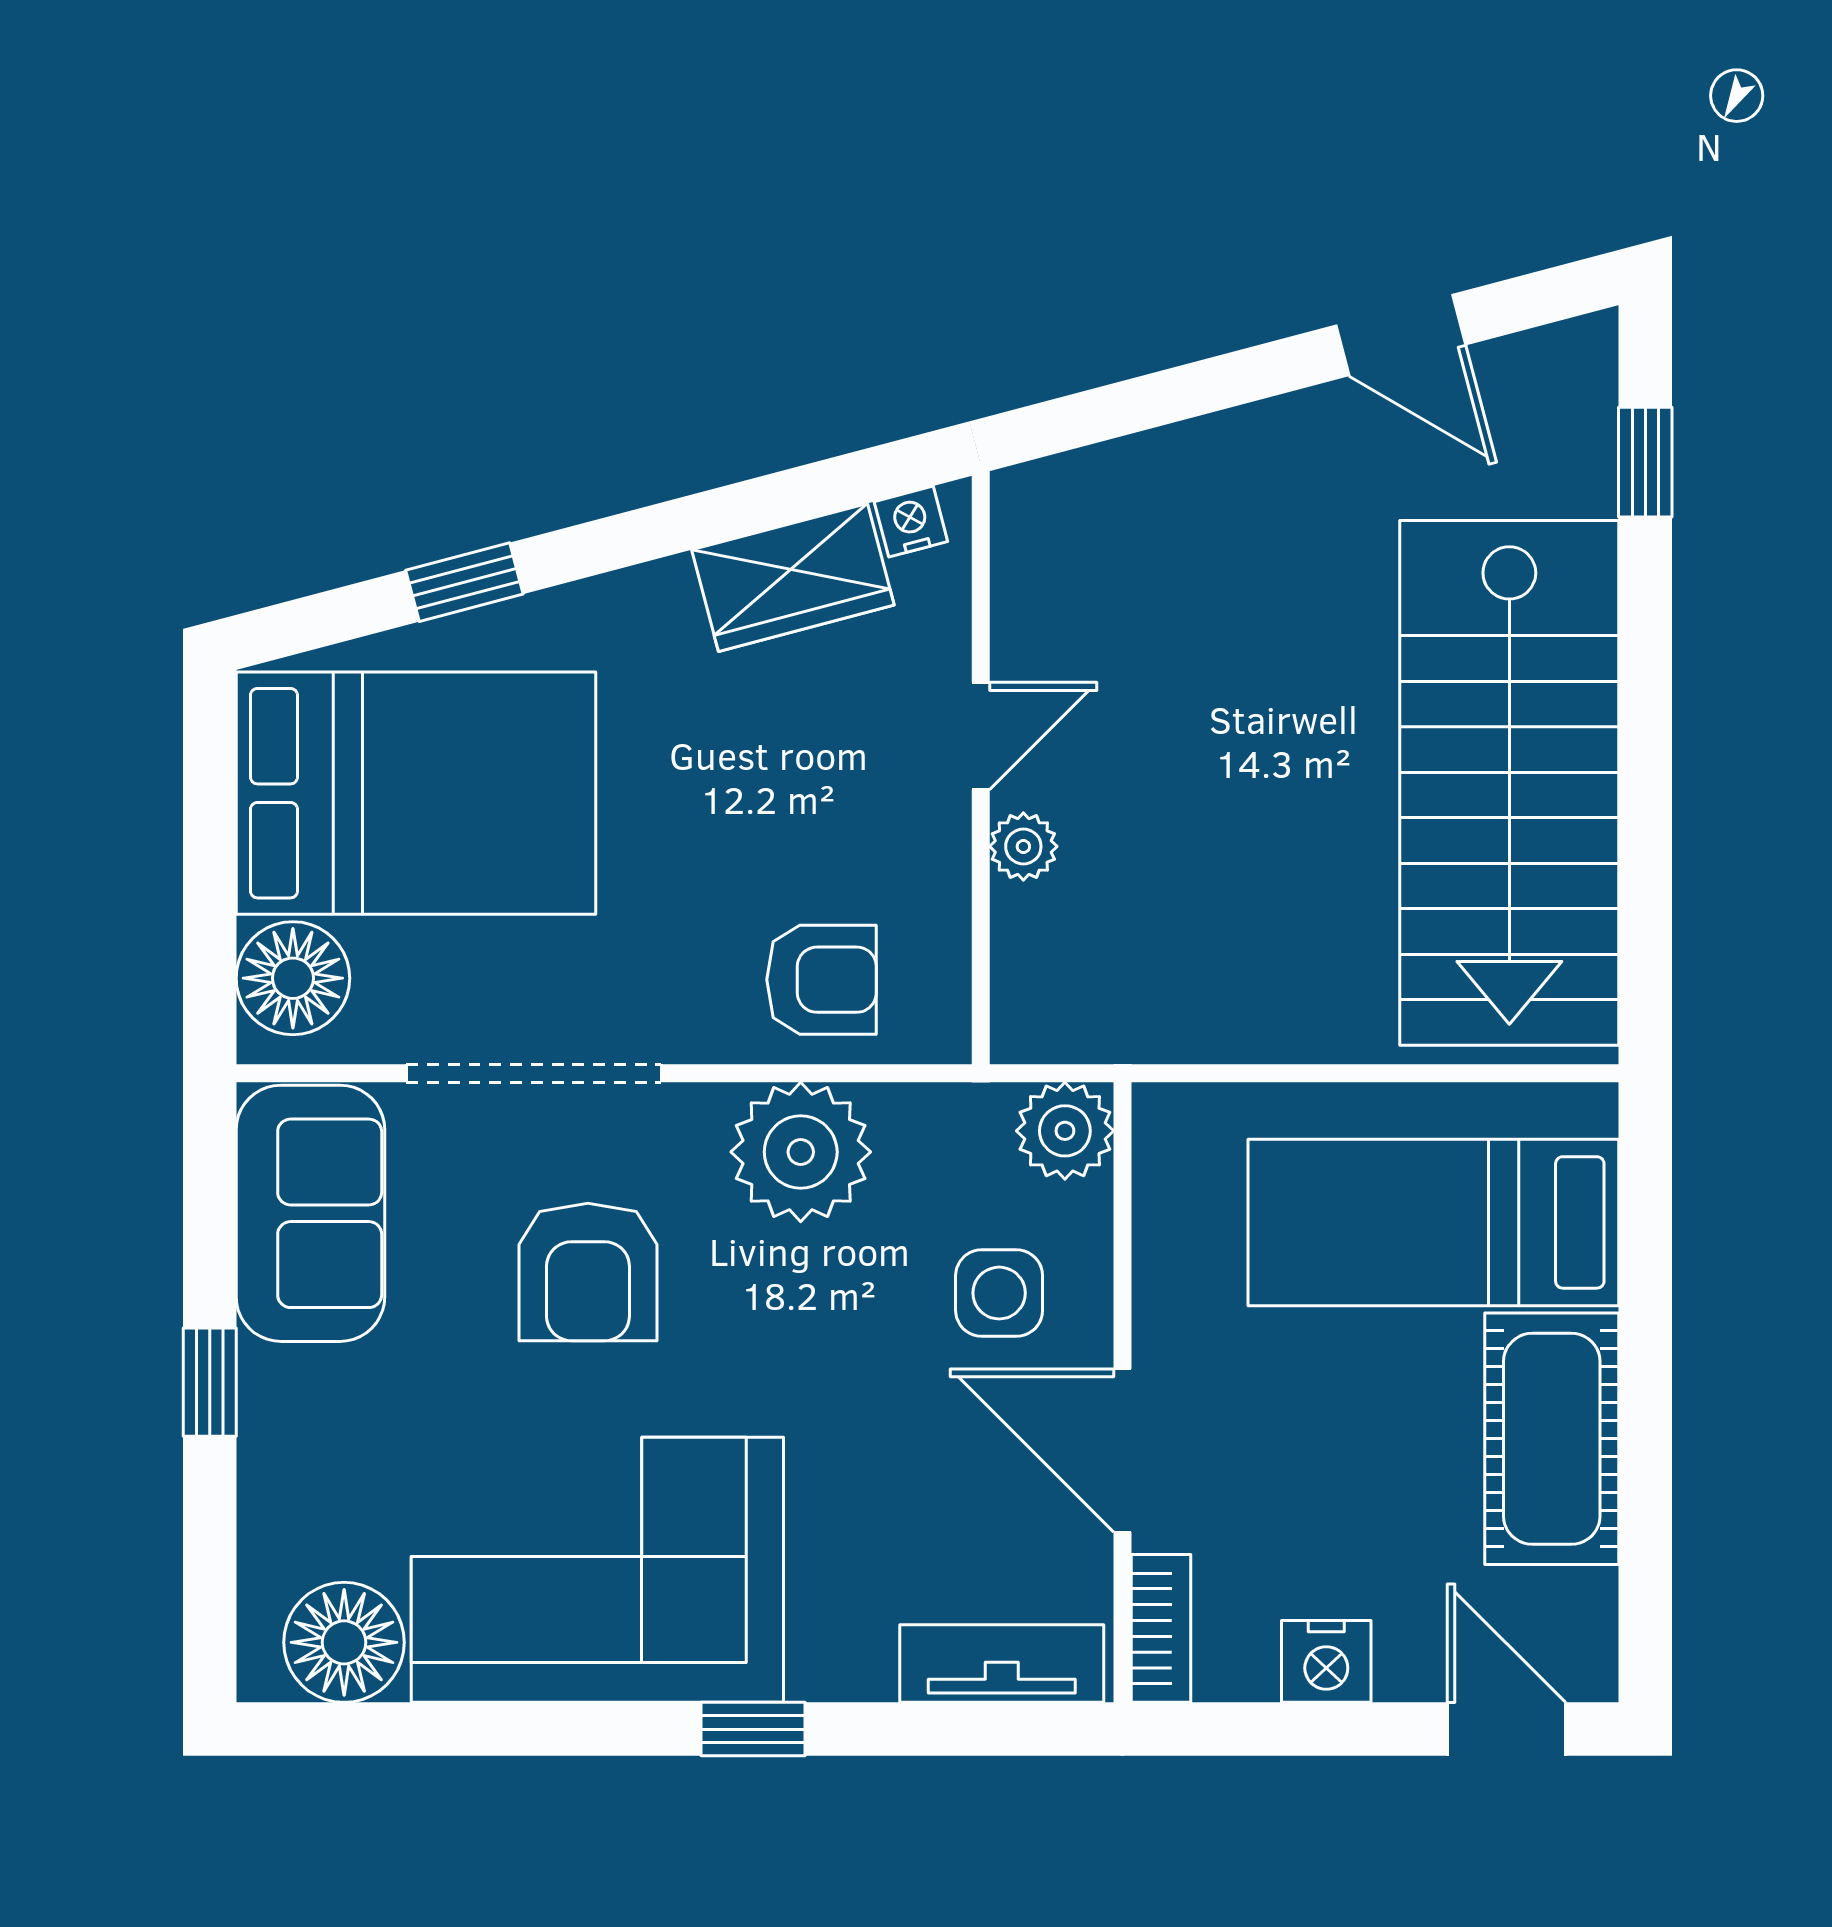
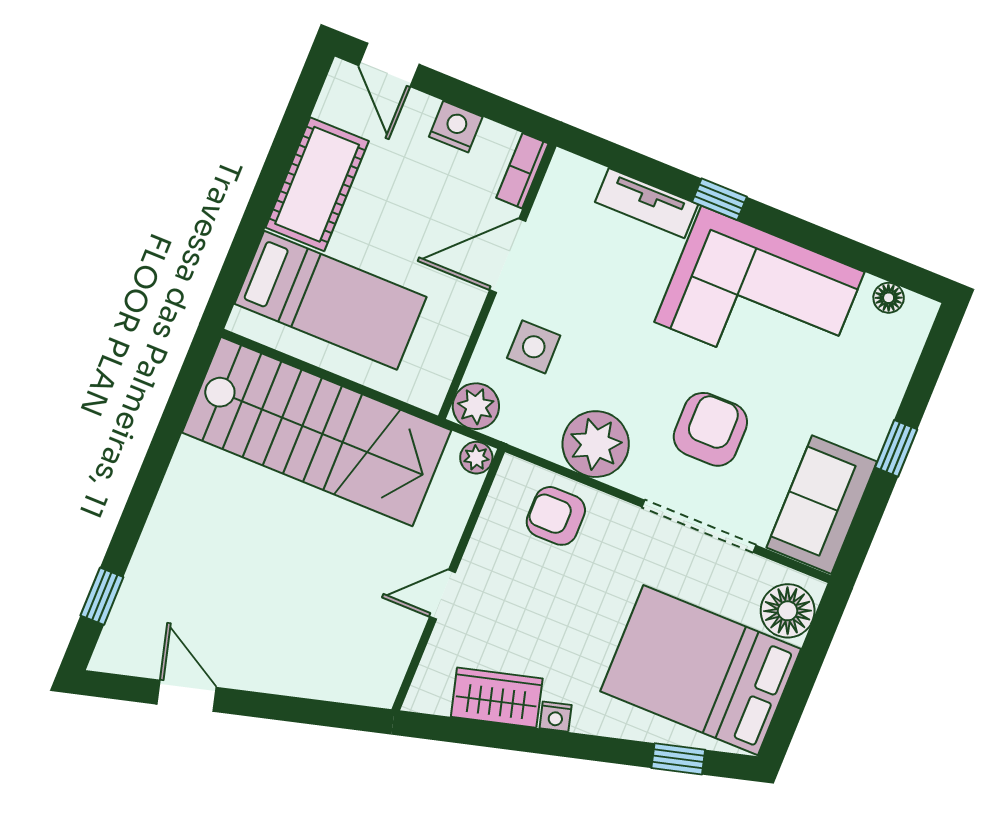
nightstand: (911, 522) -> (556, 717), moved
window: (464, 582) -> (678, 759), moved
stairs: (1509, 783) -> (317, 431), moved, turned 90
plant: (1023, 846) -> (476, 458), moved
door: (1122, 1450) -> (508, 256), swing flipped
floor lamp: (344, 1642) -> (889, 298), width x0.53, depth x0.53
tv unit: (1002, 1664) -> (647, 203), moved

